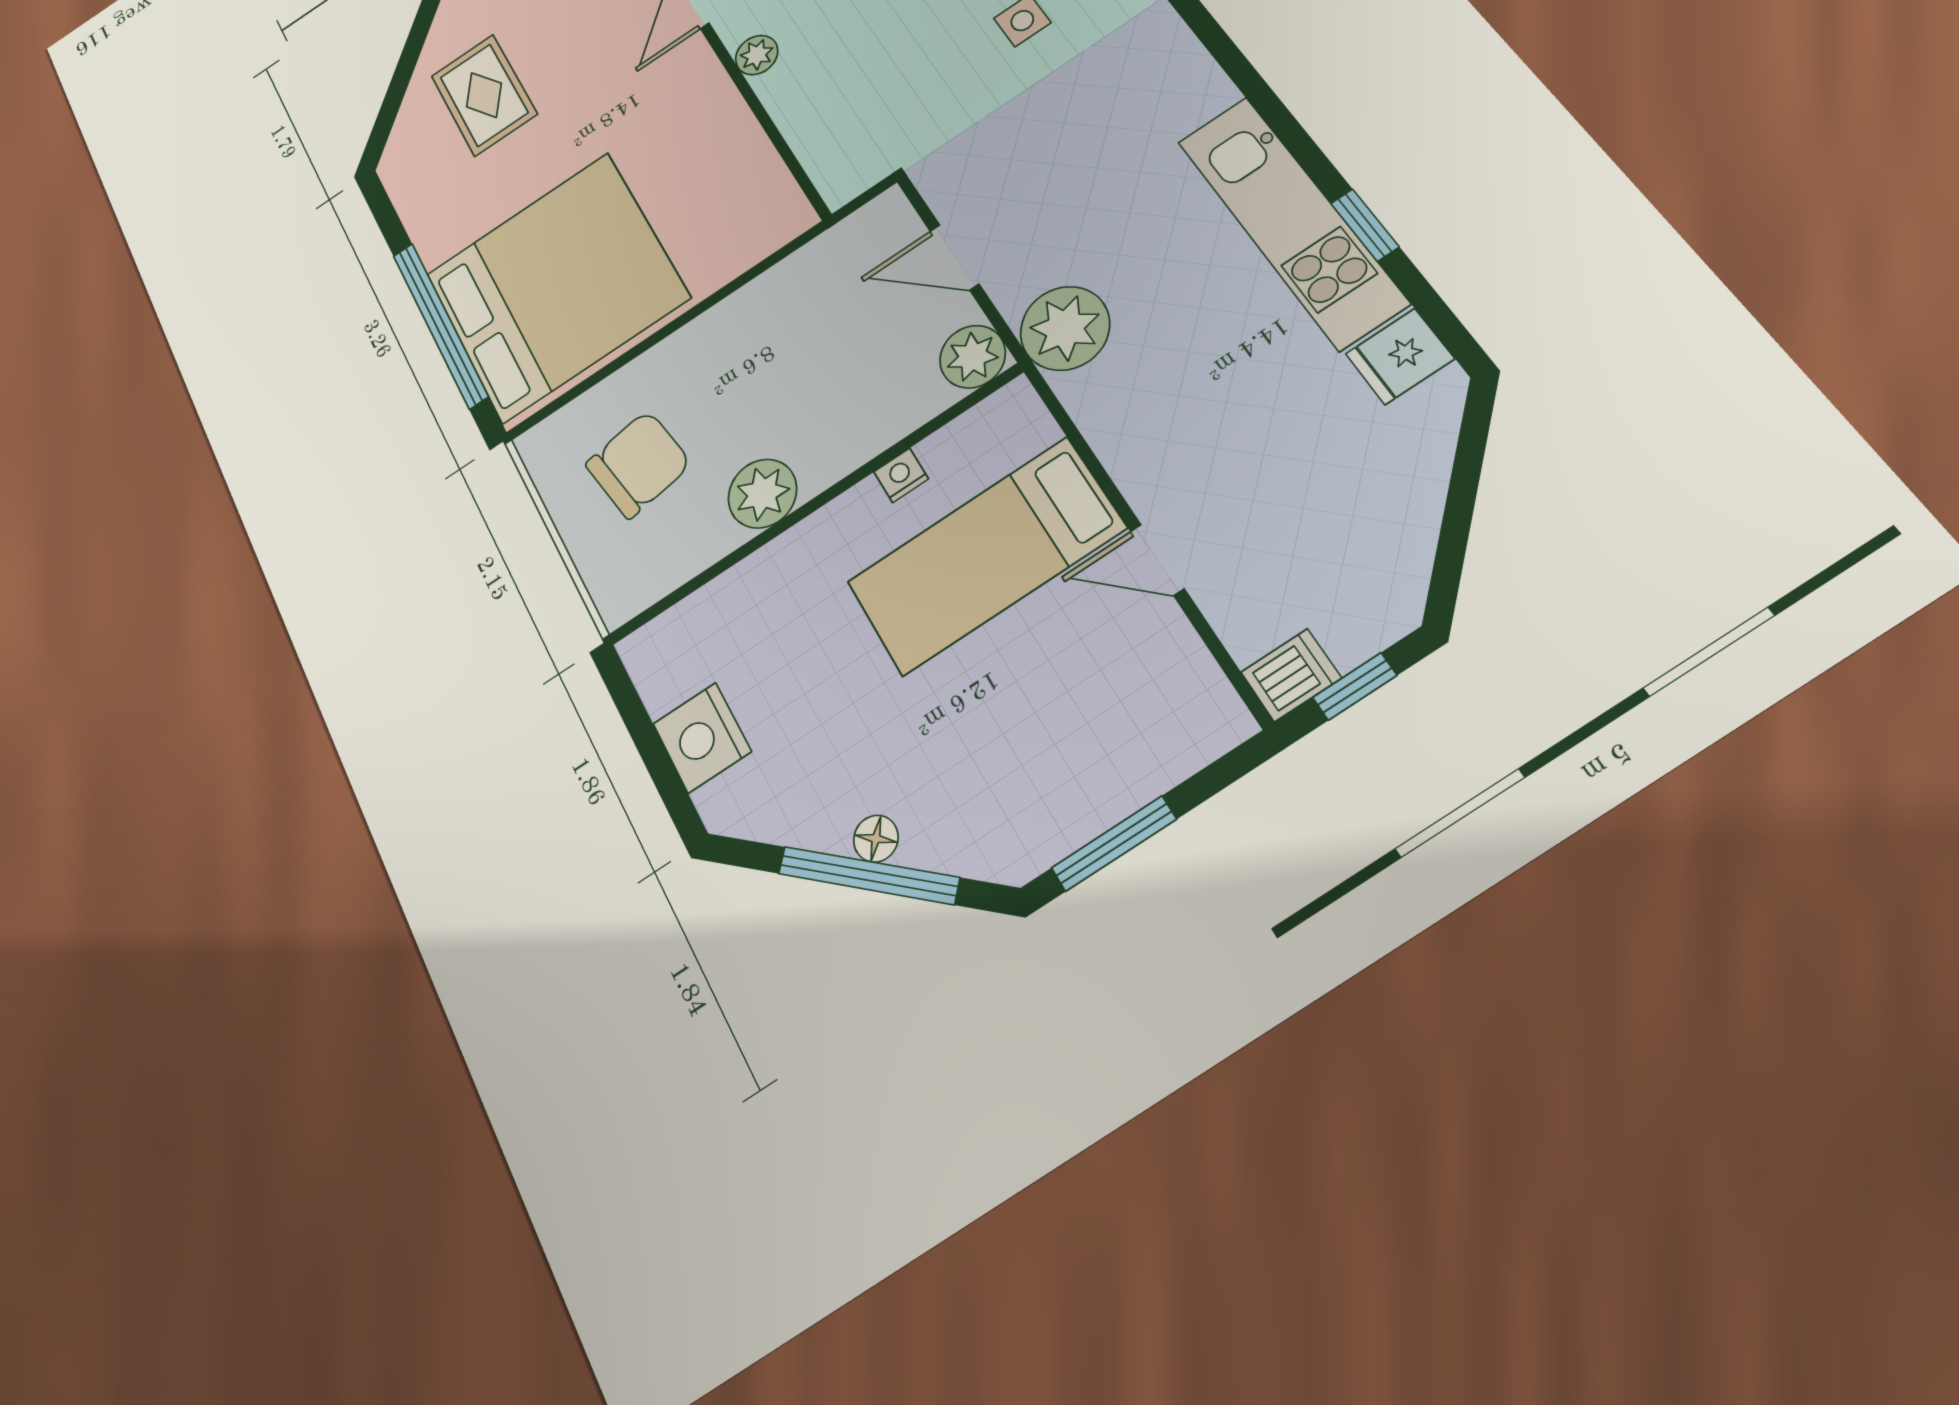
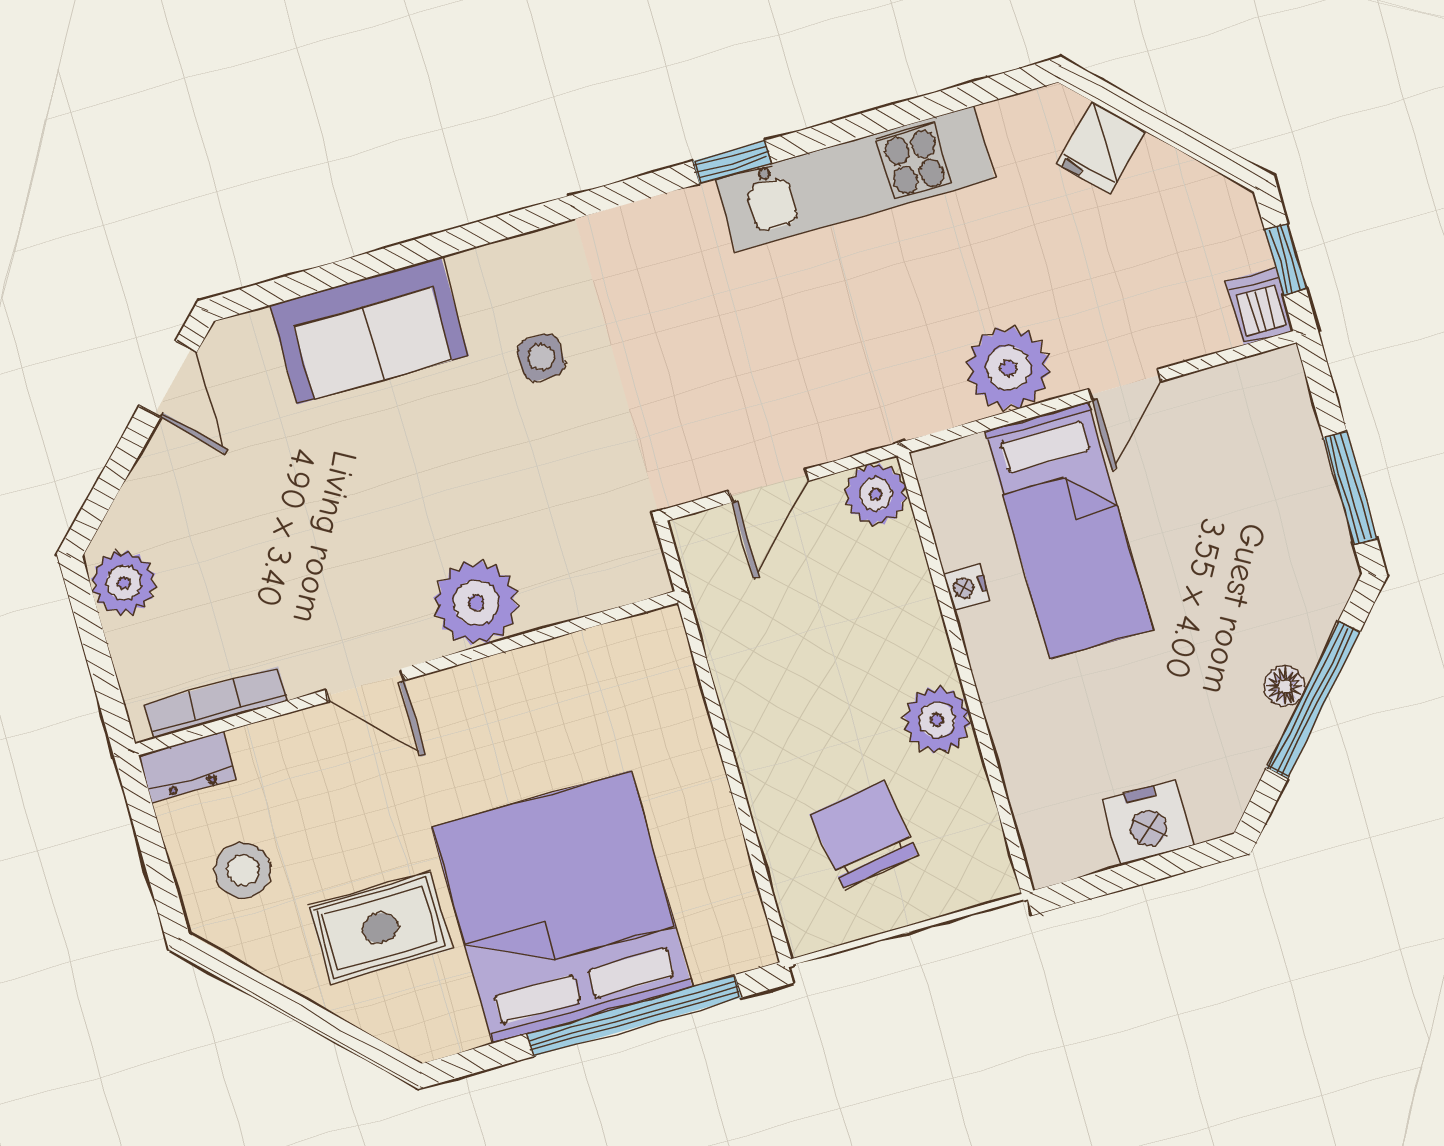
plant: (757, 55) -> (476, 603), width x1.87, depth x1.87
window: (1365, 225) -> (732, 162), moved
bed: (556, 286) -> (562, 907), moved
plant: (1065, 328) -> (1008, 368), moved
fridge: (1400, 356) -> (1101, 148), moved, turned 45

